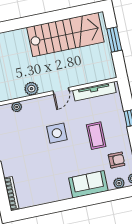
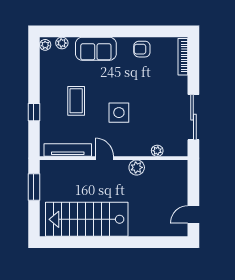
window: (114, 40) -> (34, 187), moved
door: (61, 91) -> (104, 158), hinge flipped
armchair: (117, 160) -> (142, 49), moved

